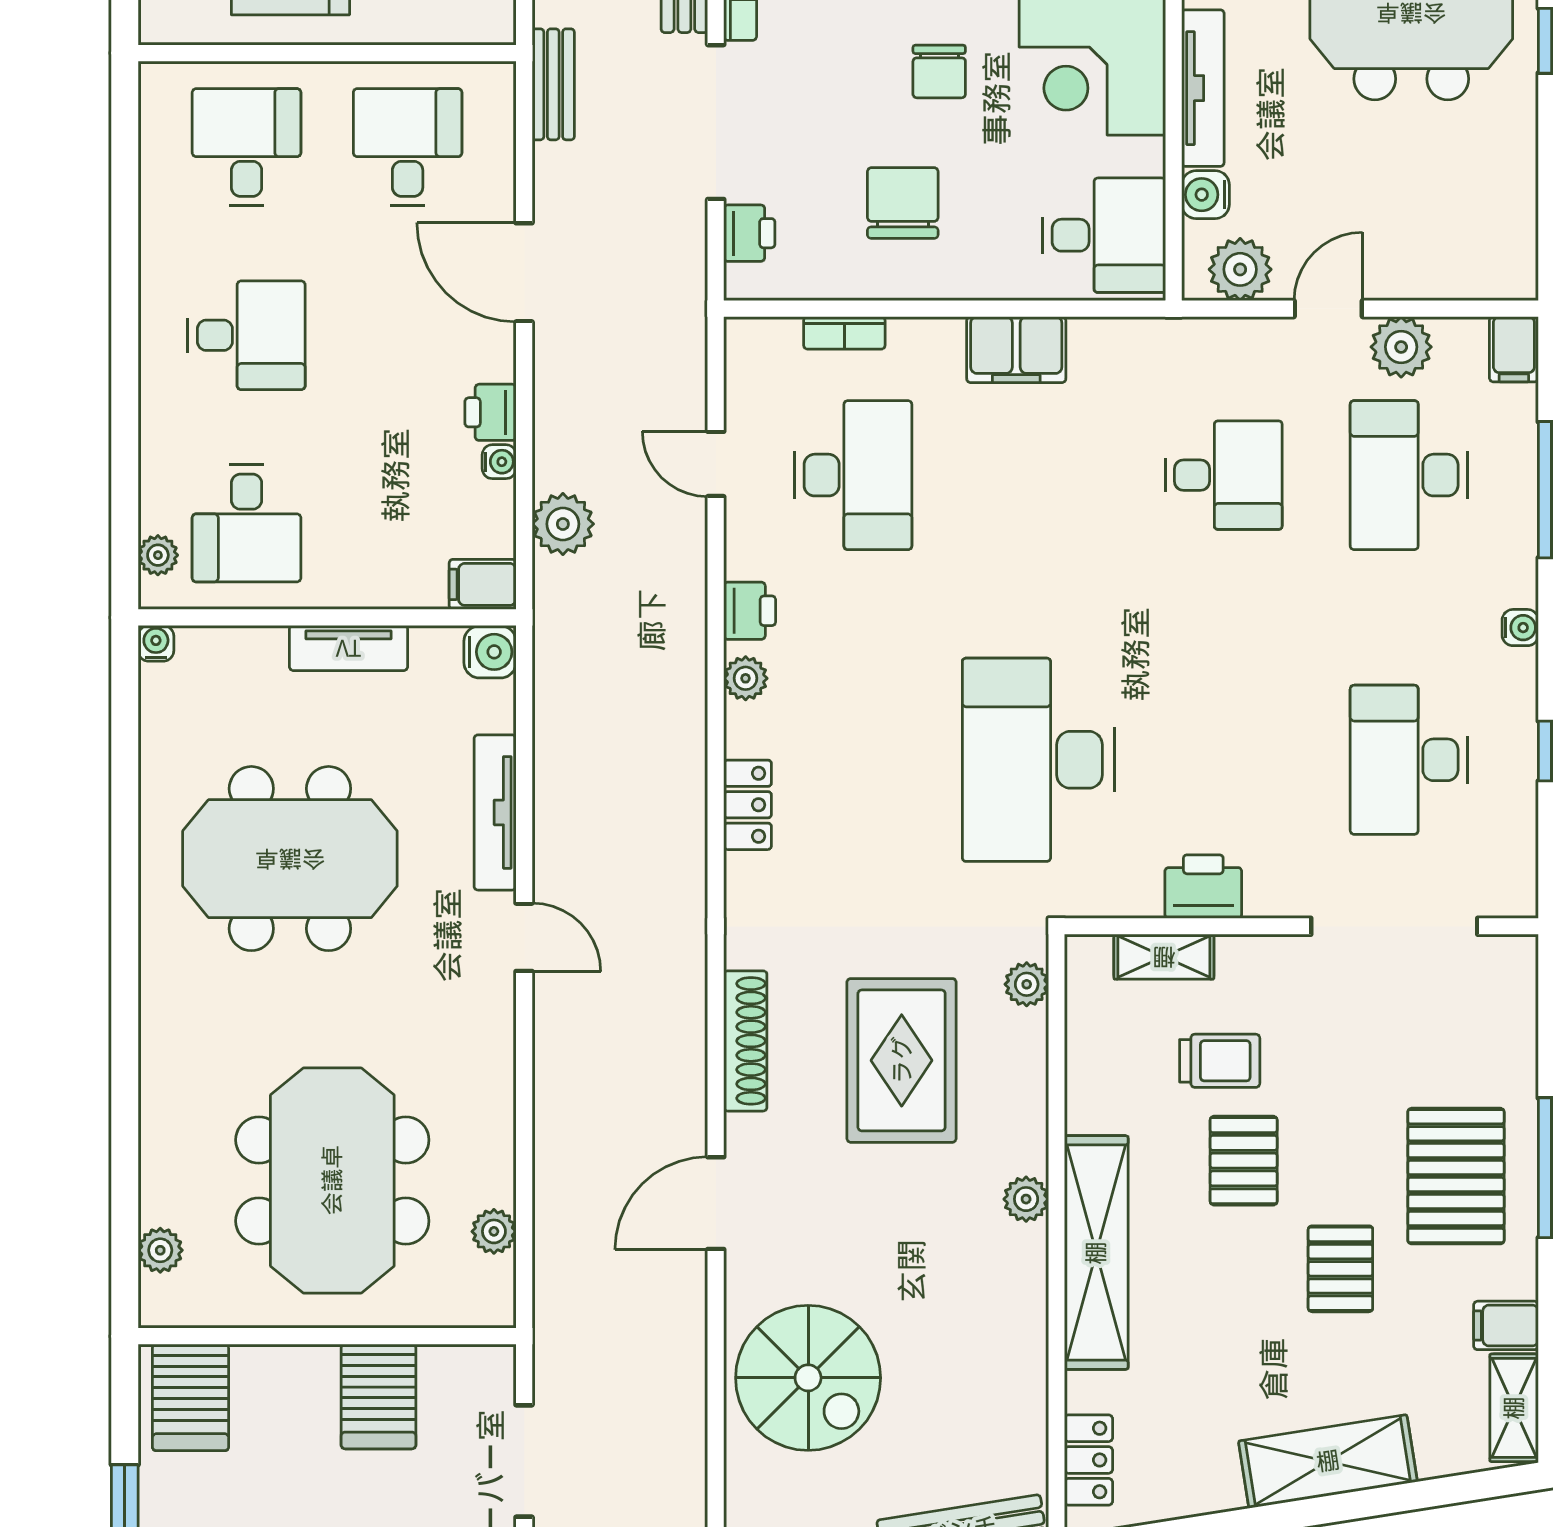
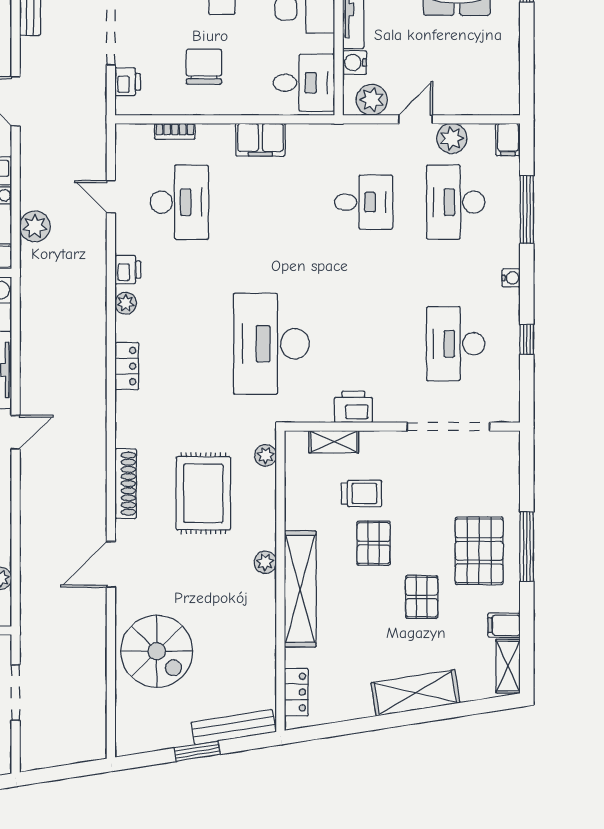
door: (524, 937) -> (16, 432), hinge flipped

